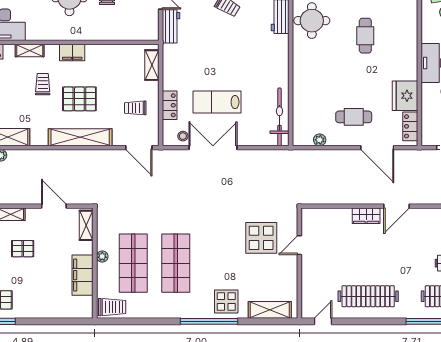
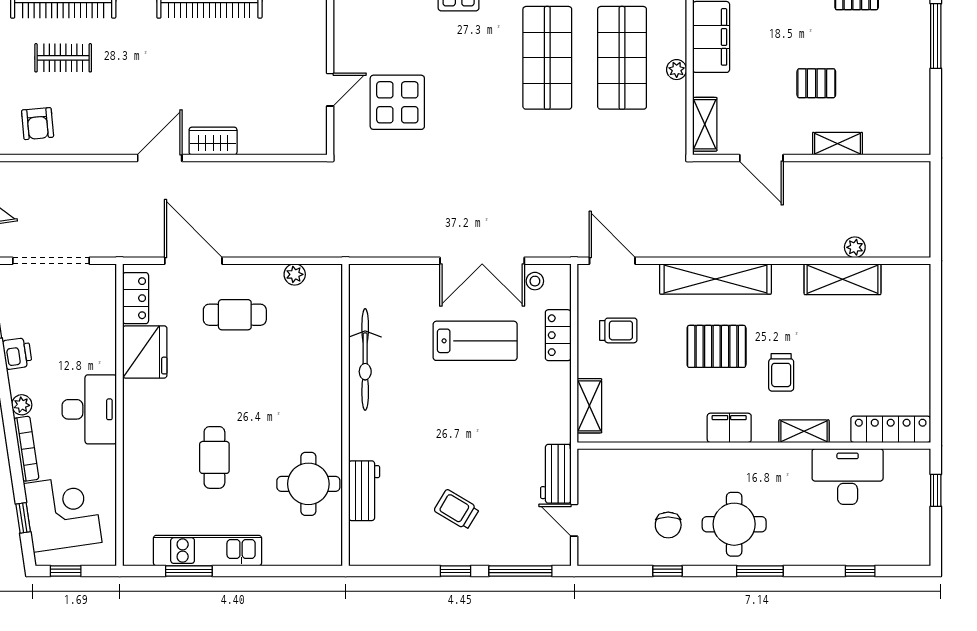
bicycle: (279, 117) -> (365, 359), moved

